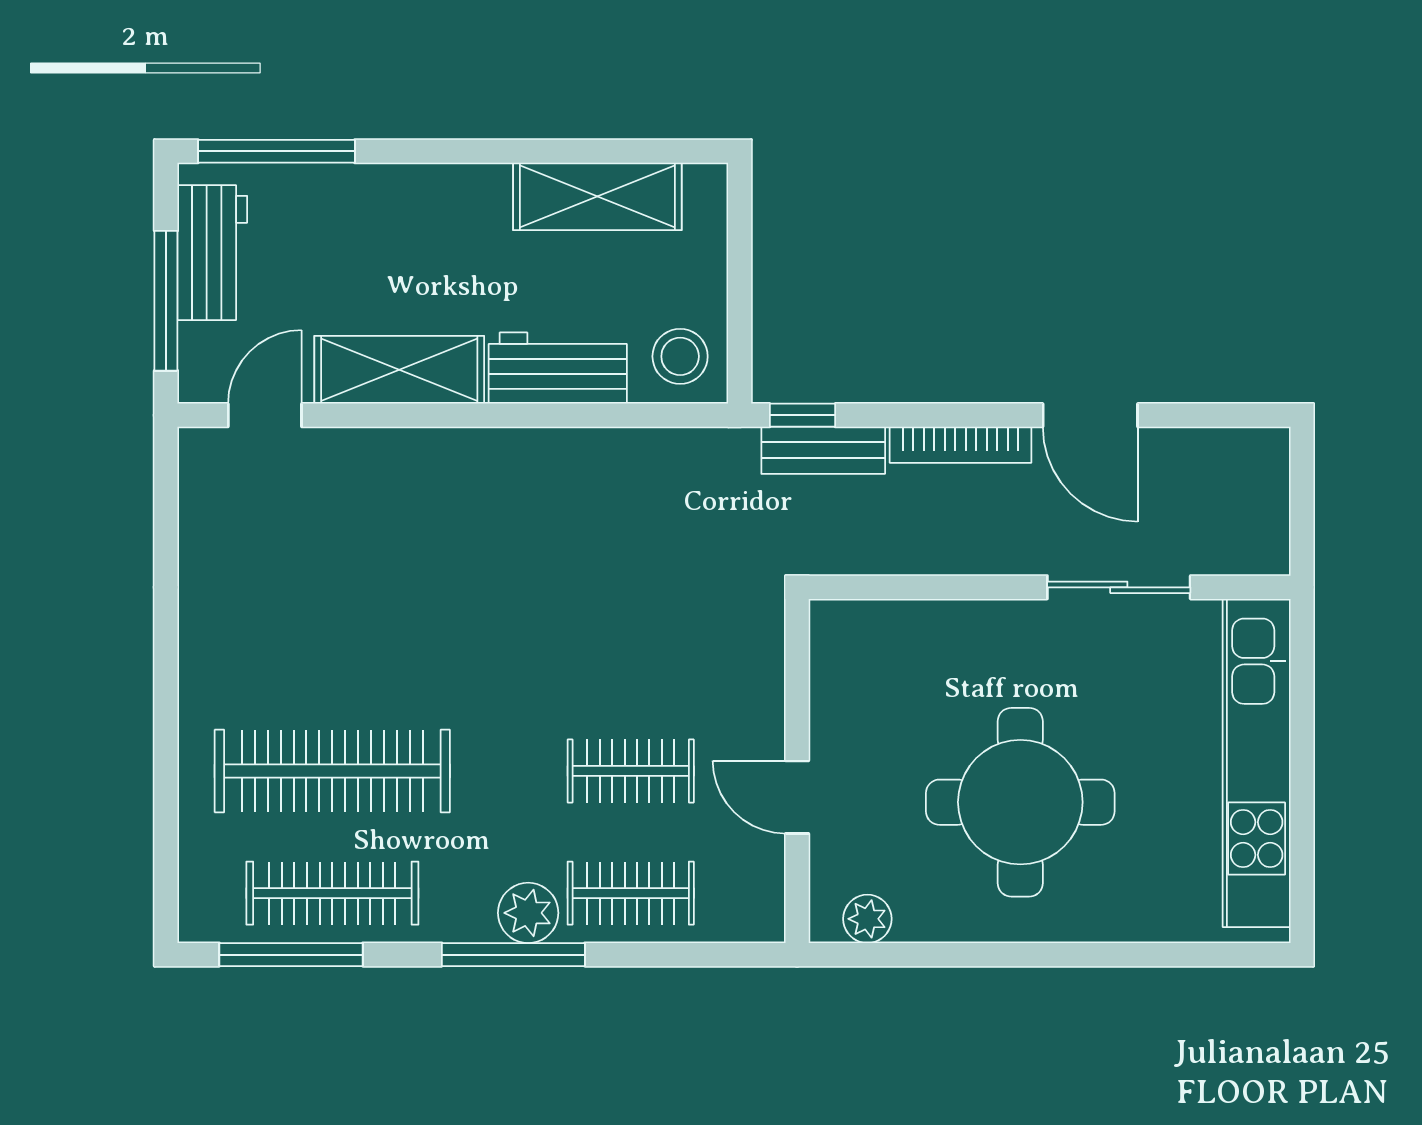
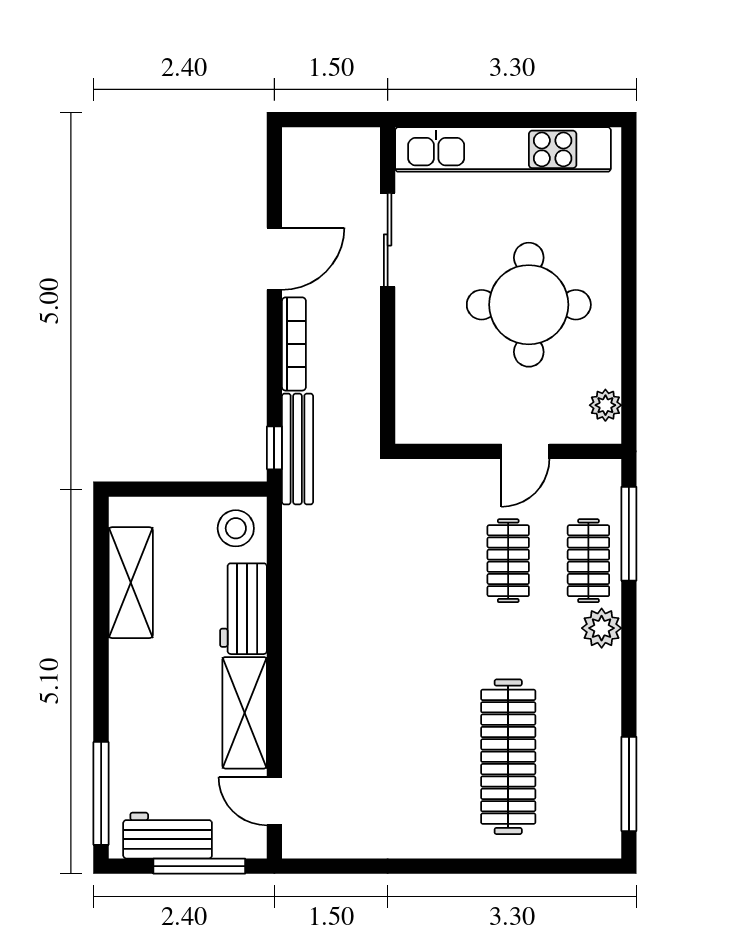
bench: (823, 450) -> (298, 449), width x1.36
clothes rail: (332, 893) -> (588, 757), removed
window: (513, 955) -> (629, 534), moved

